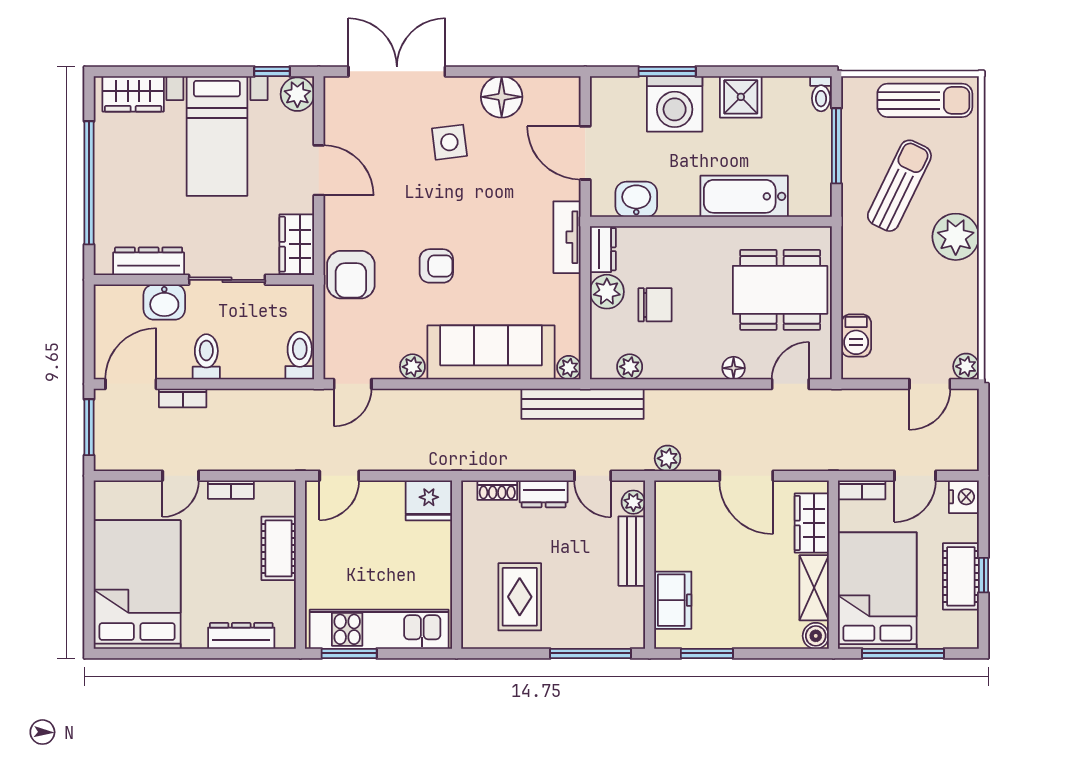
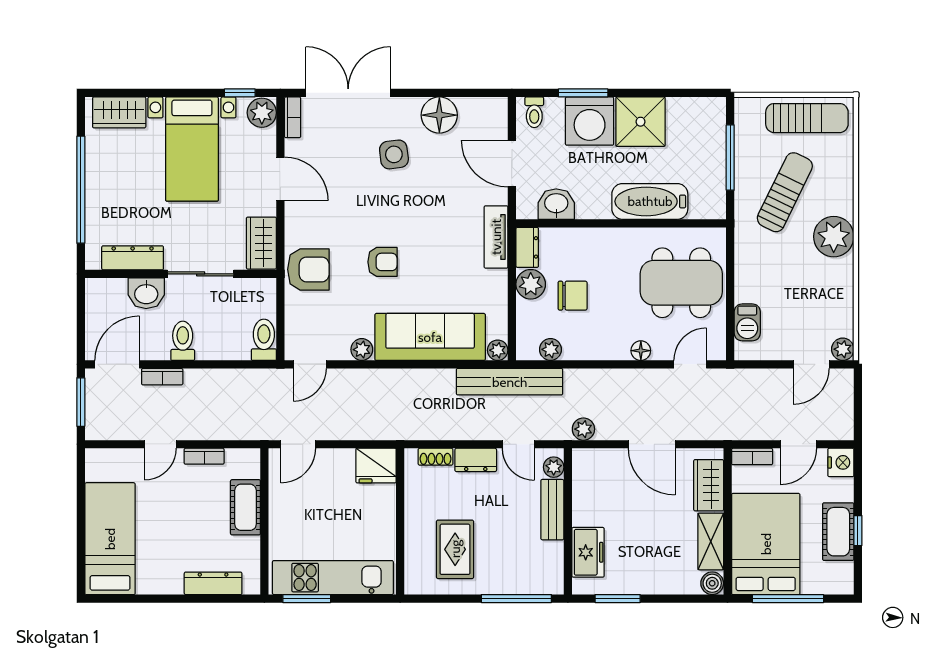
toilet: (821, 94) -> (534, 112), moved
shower: (741, 97) -> (640, 122), width x1.36, depth x1.36
bookcase: (333, 99) -> (293, 117), added
armchair: (351, 275) -> (308, 269), turned -90
bed: (137, 585) -> (110, 539), width x0.67

